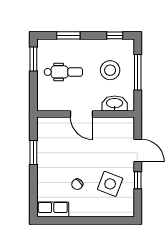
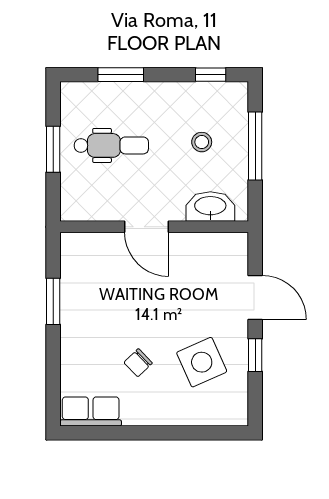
window: (33, 59) -> (53, 149), moved
stool: (110, 70) -> (202, 142), width x0.53, depth x0.53
side table: (110, 184) -> (202, 362), turned 45

